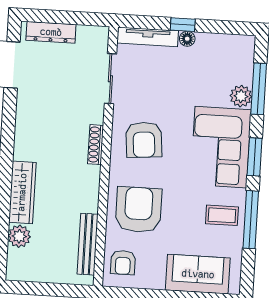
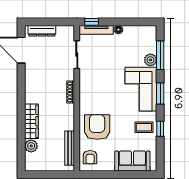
window: (183, 25) -> (92, 22), moved
armchair: (144, 140) -> (98, 88), removed
window: (251, 220) -> (160, 129), width x0.46

